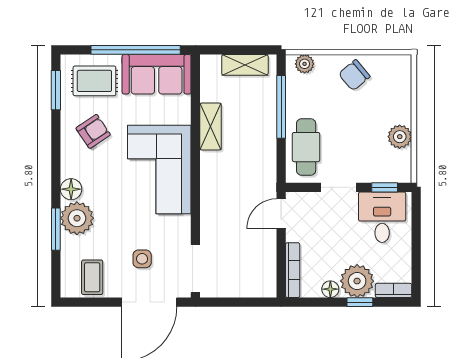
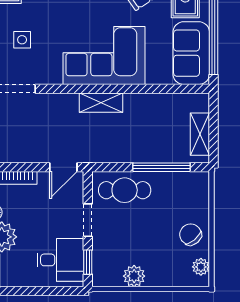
plant: (305, 64) -> (201, 267), moved
shelving: (211, 126) -> (101, 103), moved
door: (281, 214) -> (63, 167), swing flipped

